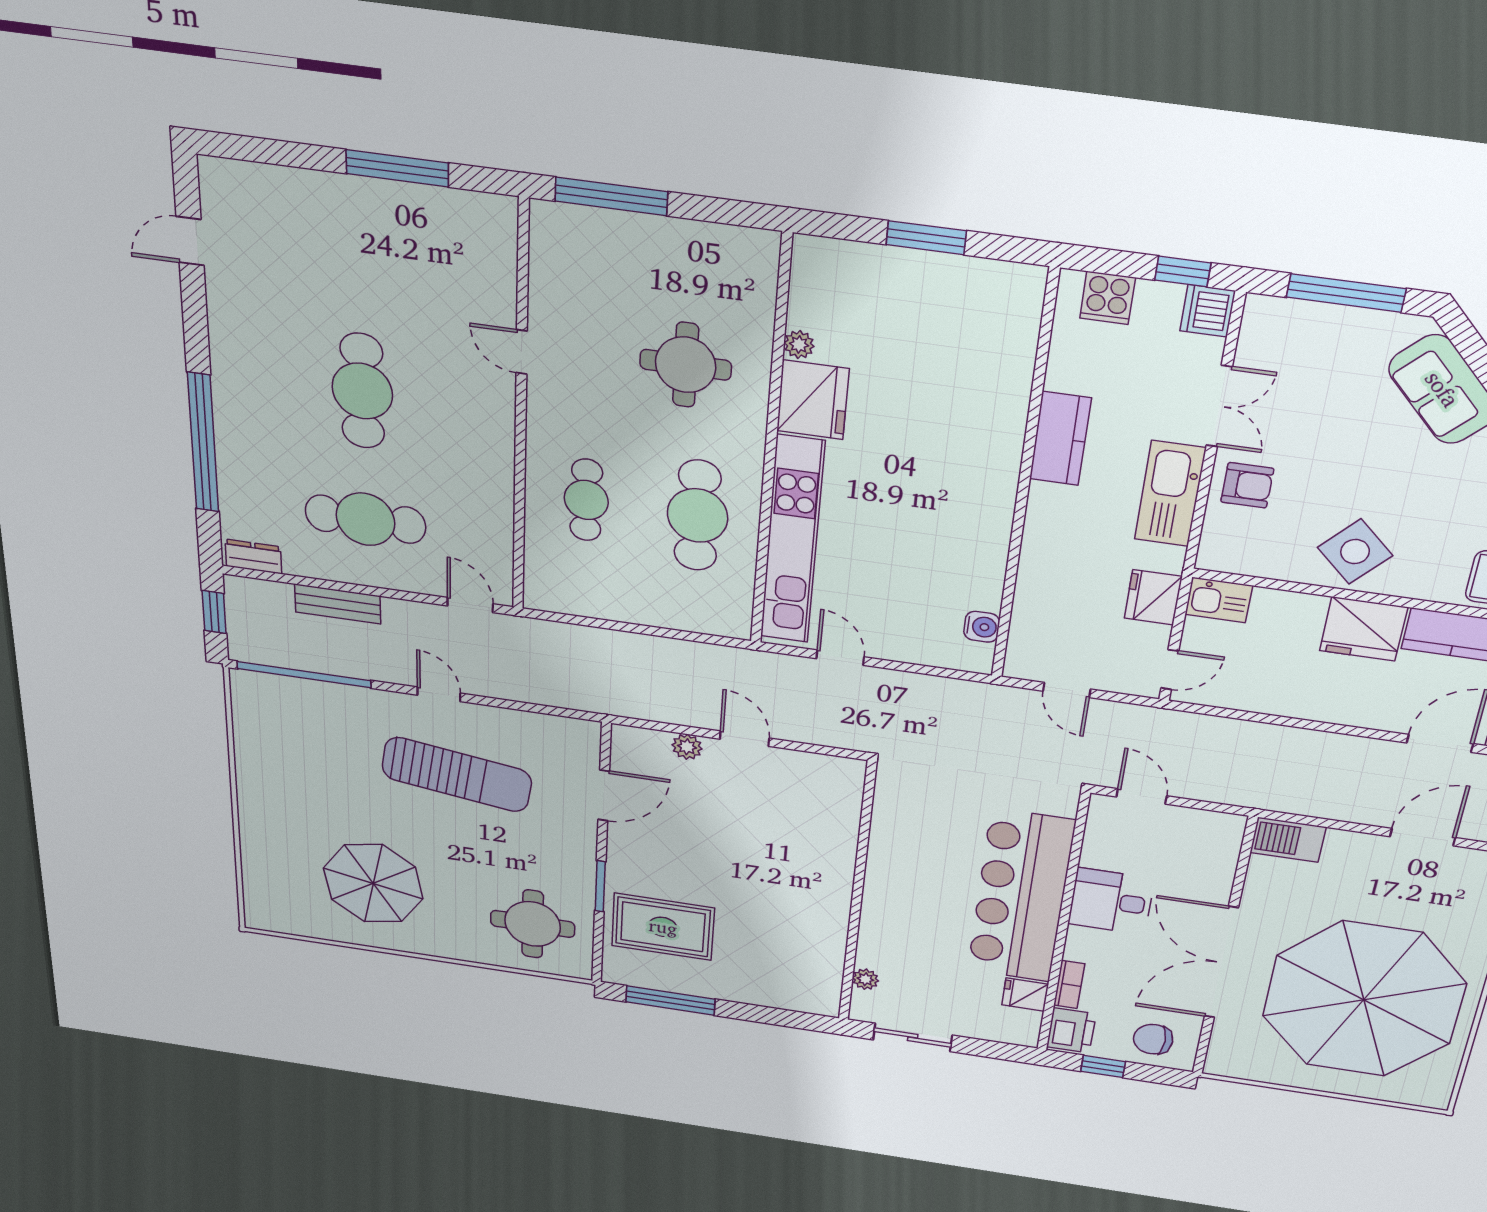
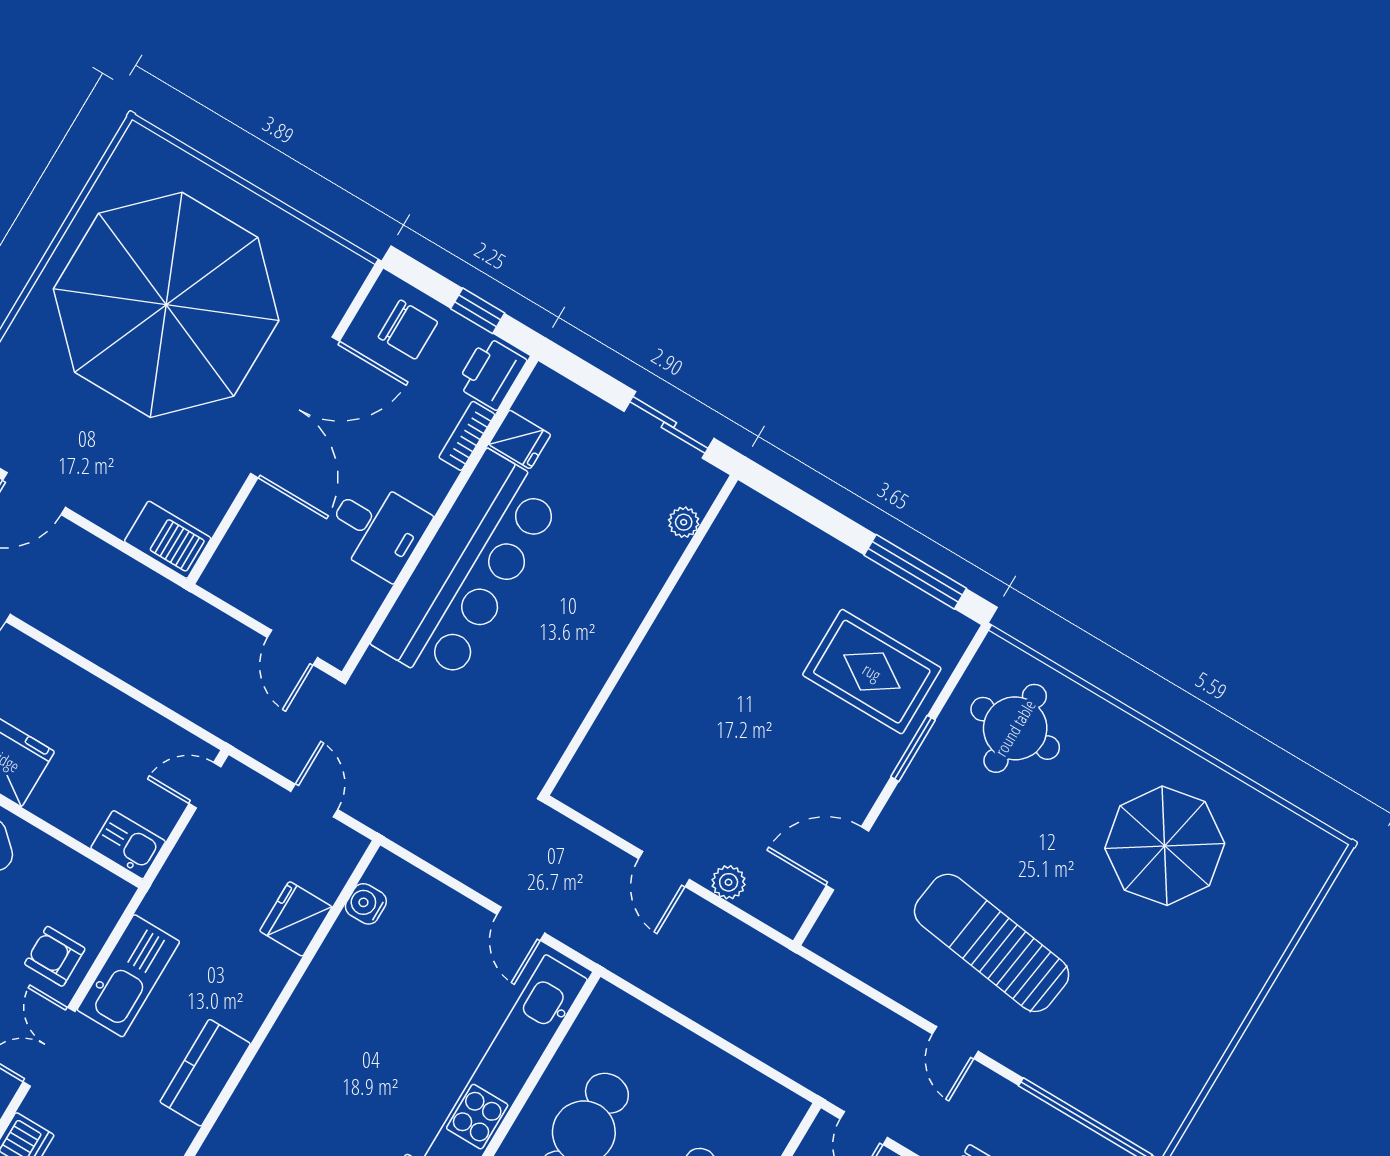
fridge: (1153, 597) -> (296, 919), moved, turned 180

